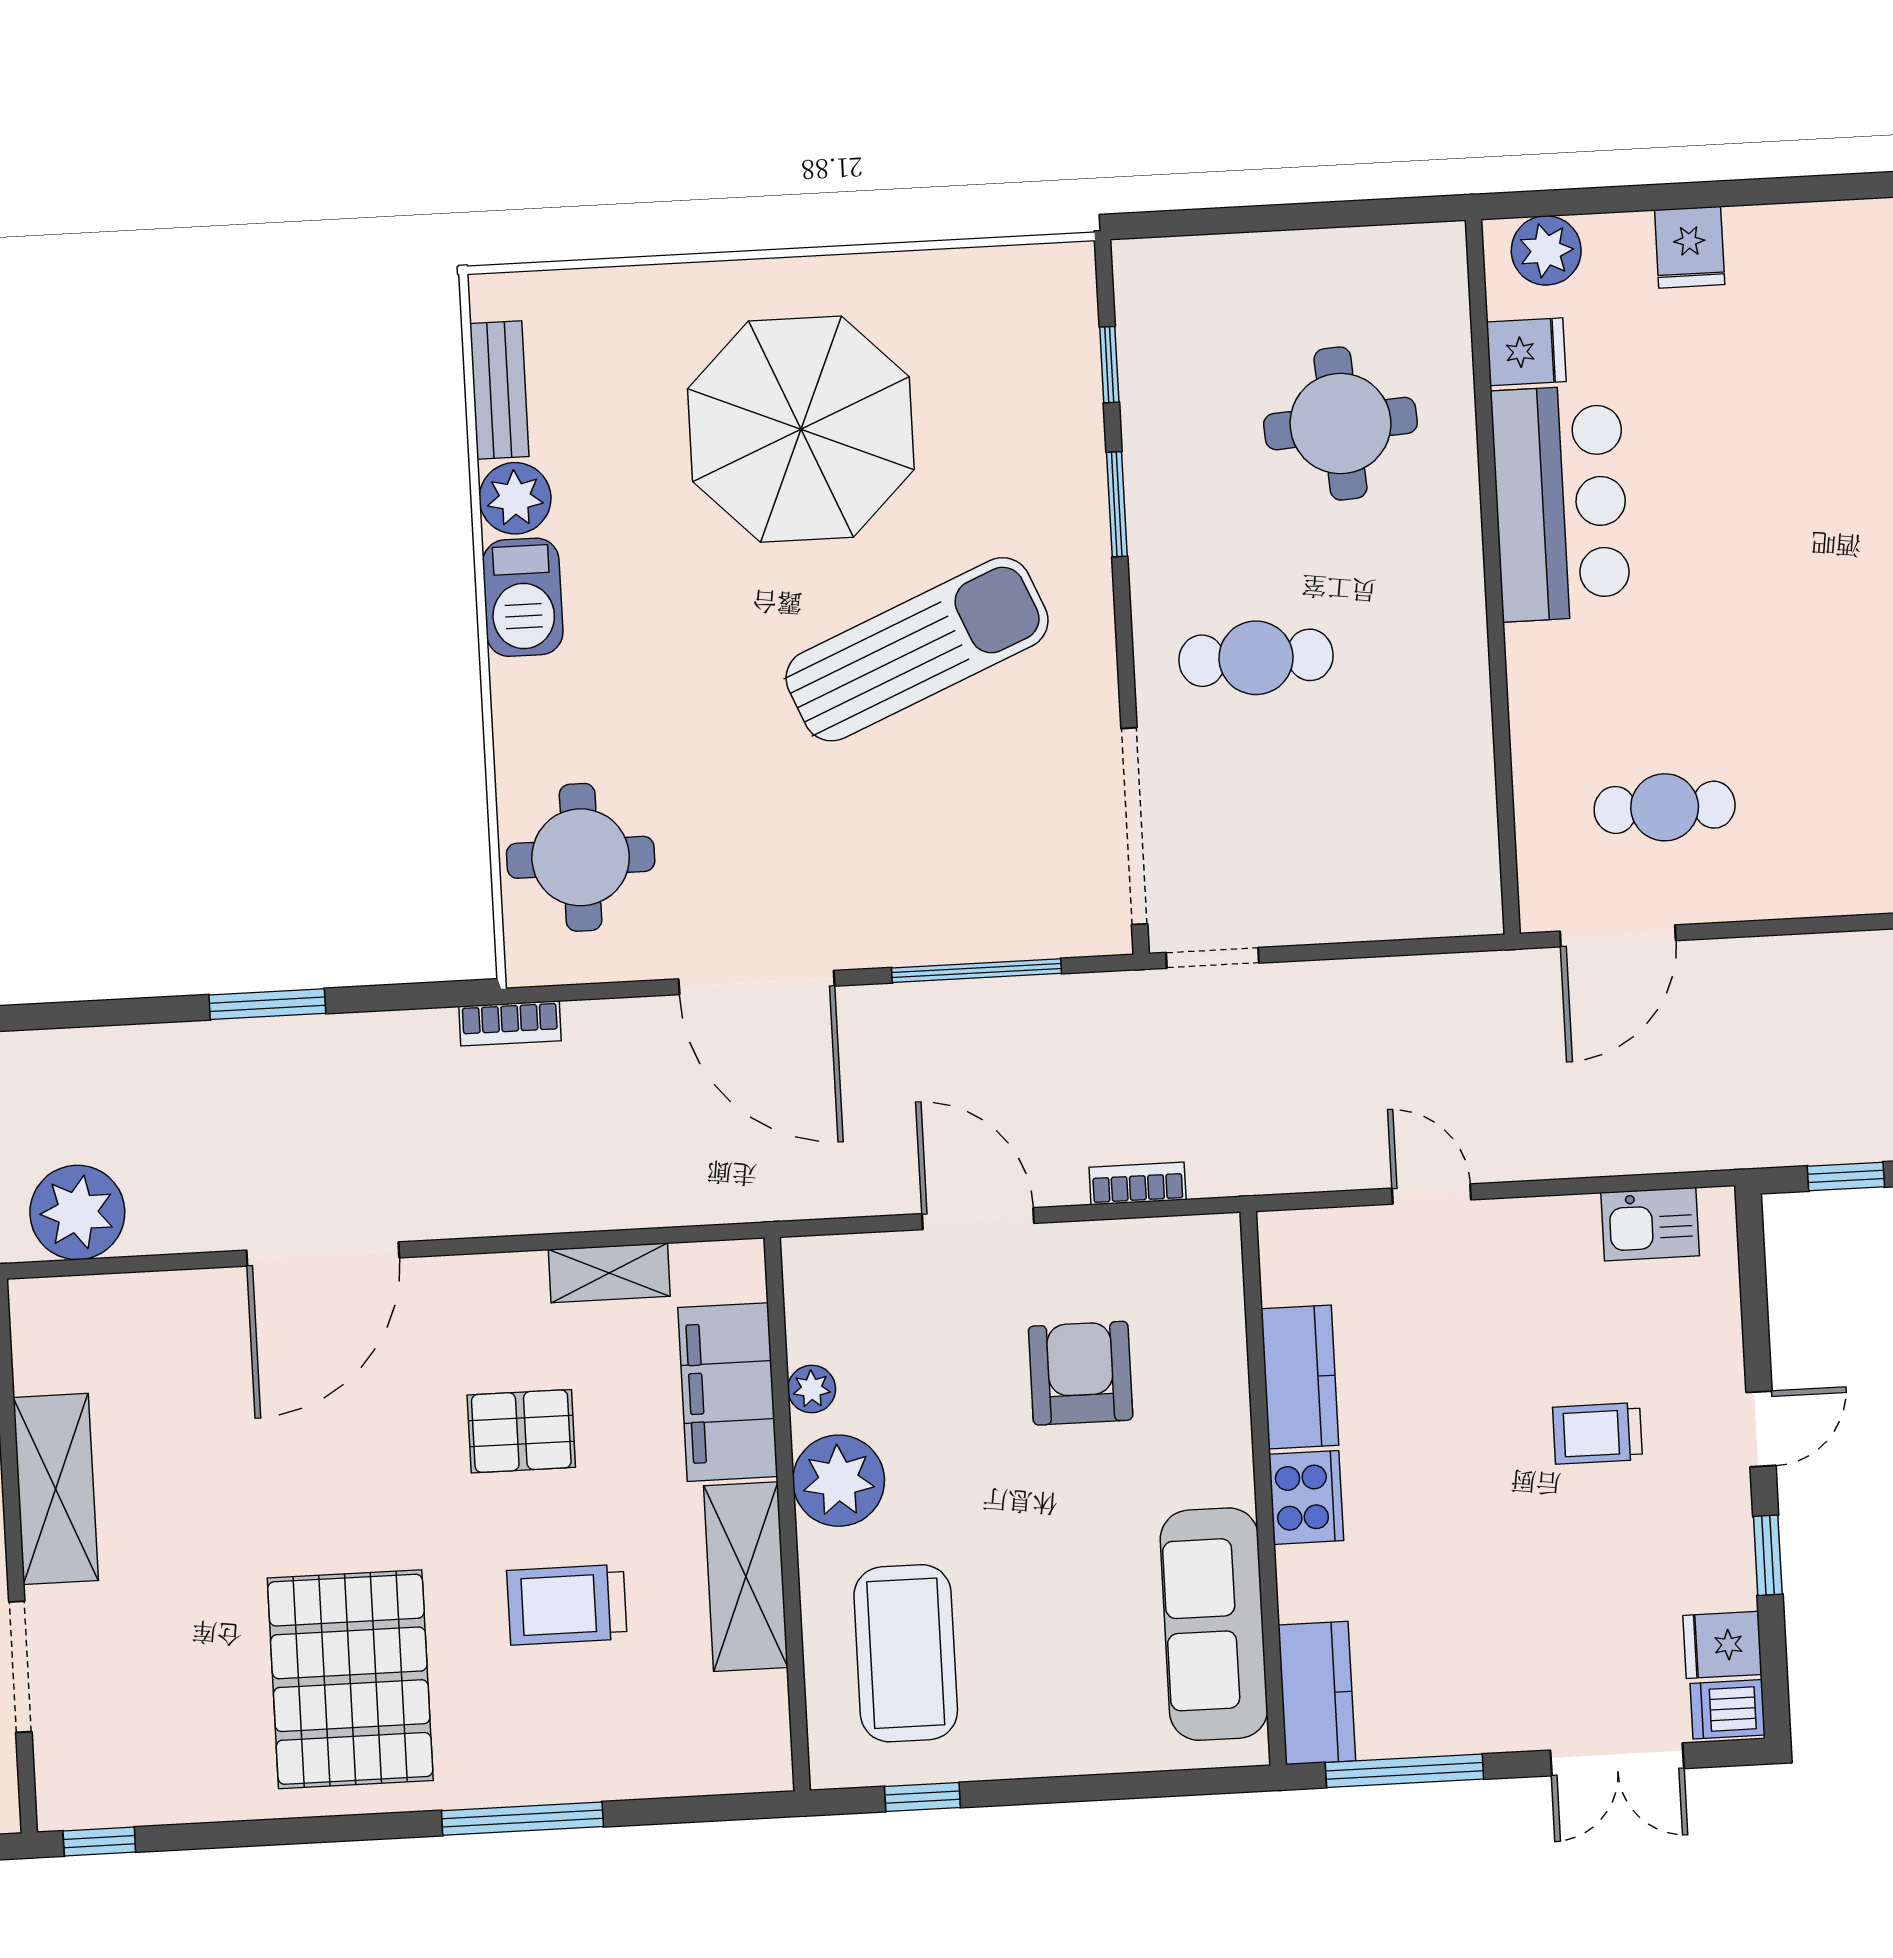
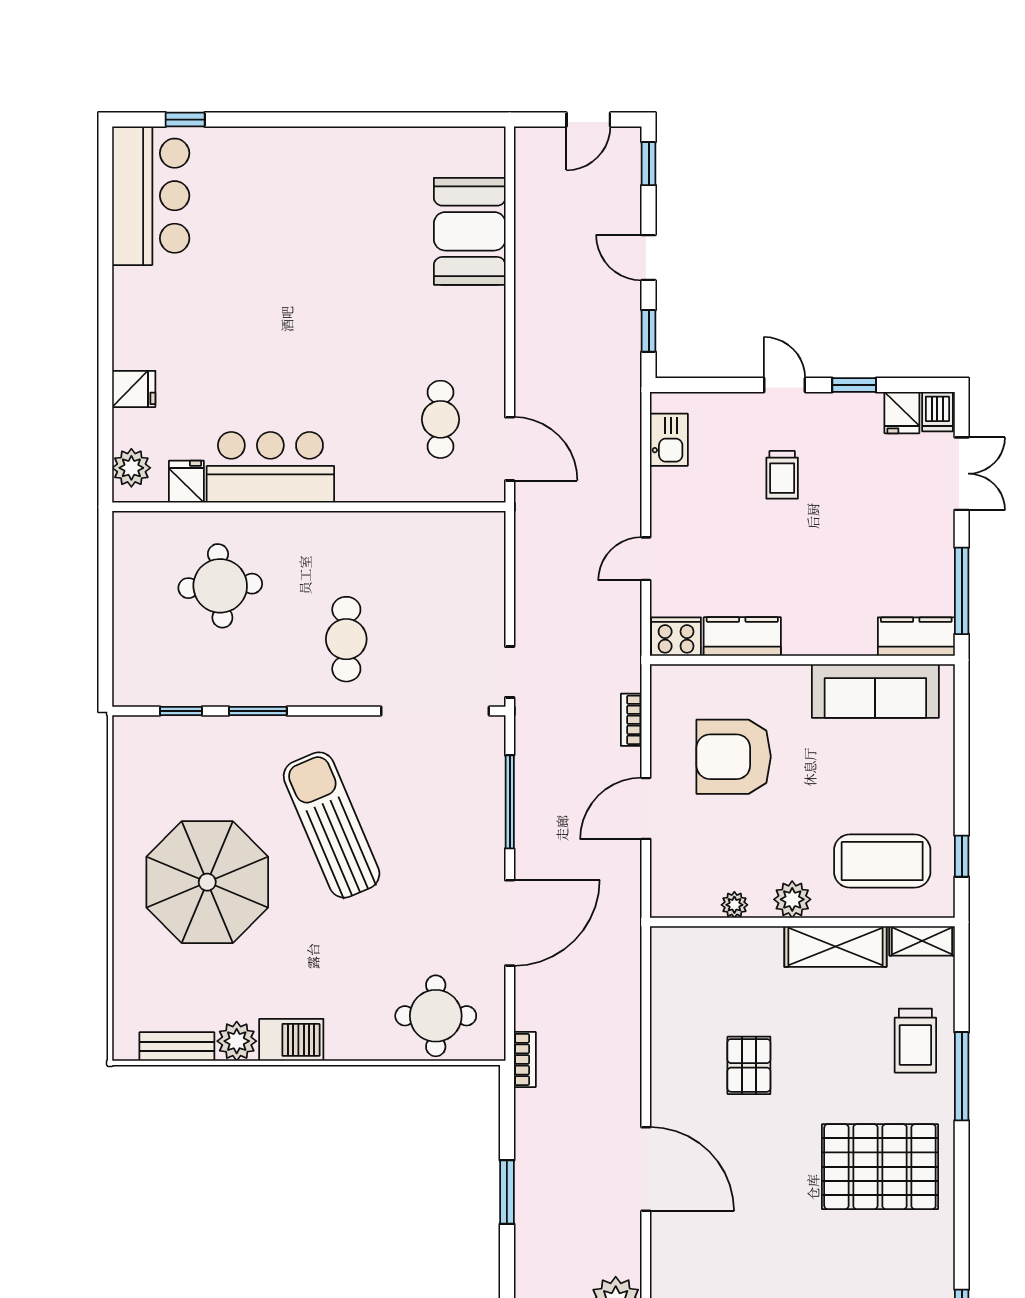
shelving: (609, 1273) -> (922, 941), moved, turned 90
armchair: (1081, 1373) -> (734, 757), width x1.36, depth x1.36
filing cabinet: (728, 1392) -> (734, 951), removed
plant: (839, 1481) -> (792, 899), width x0.73, depth x0.73
cooker: (1306, 1497) -> (676, 637), moved
trolley: (567, 1605) -> (915, 1041), moved

